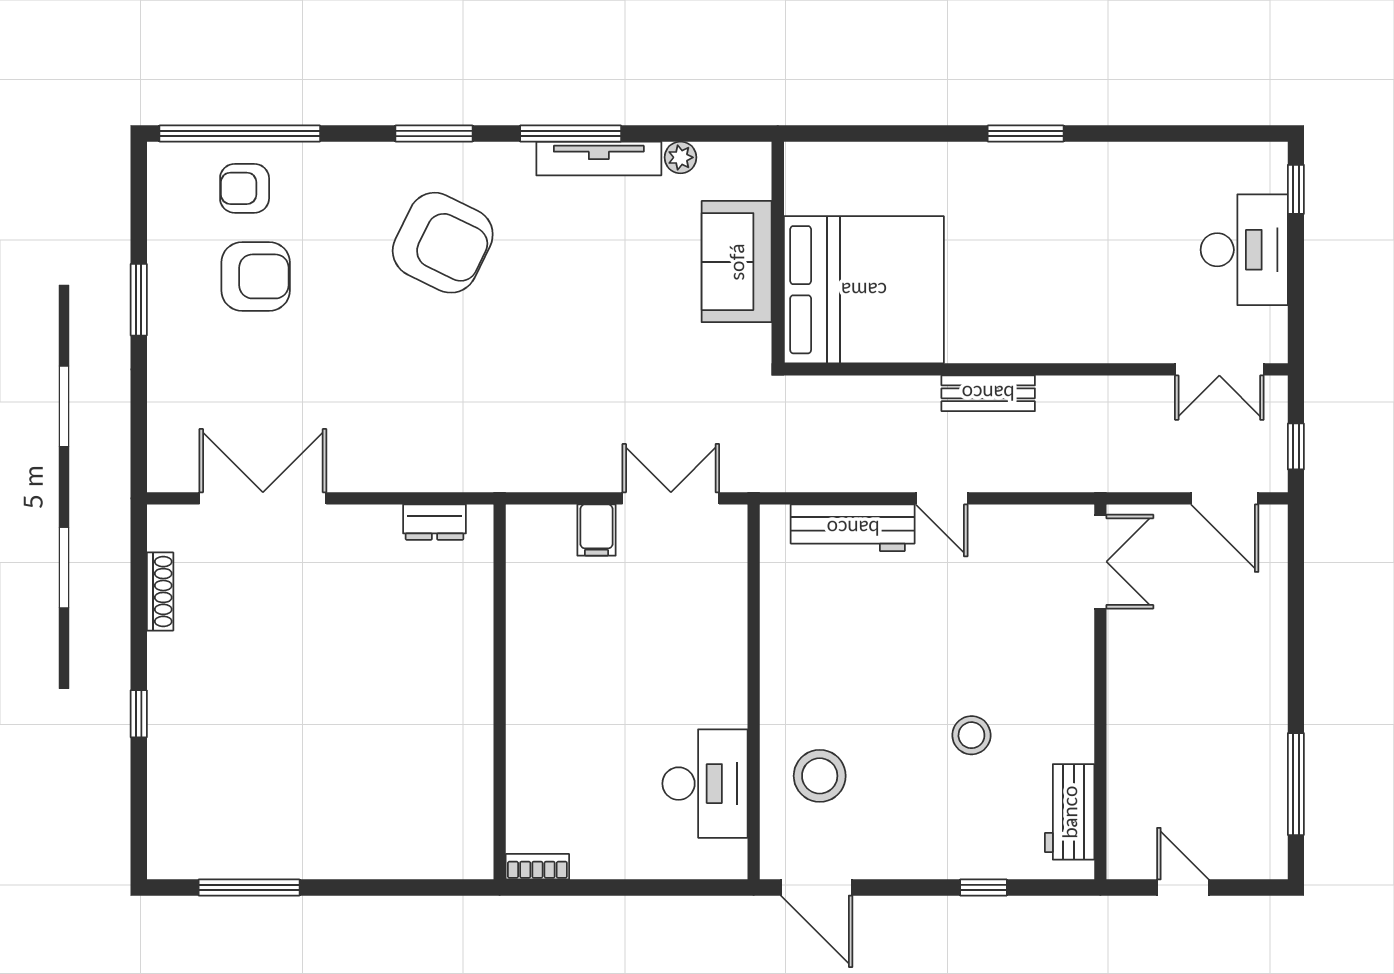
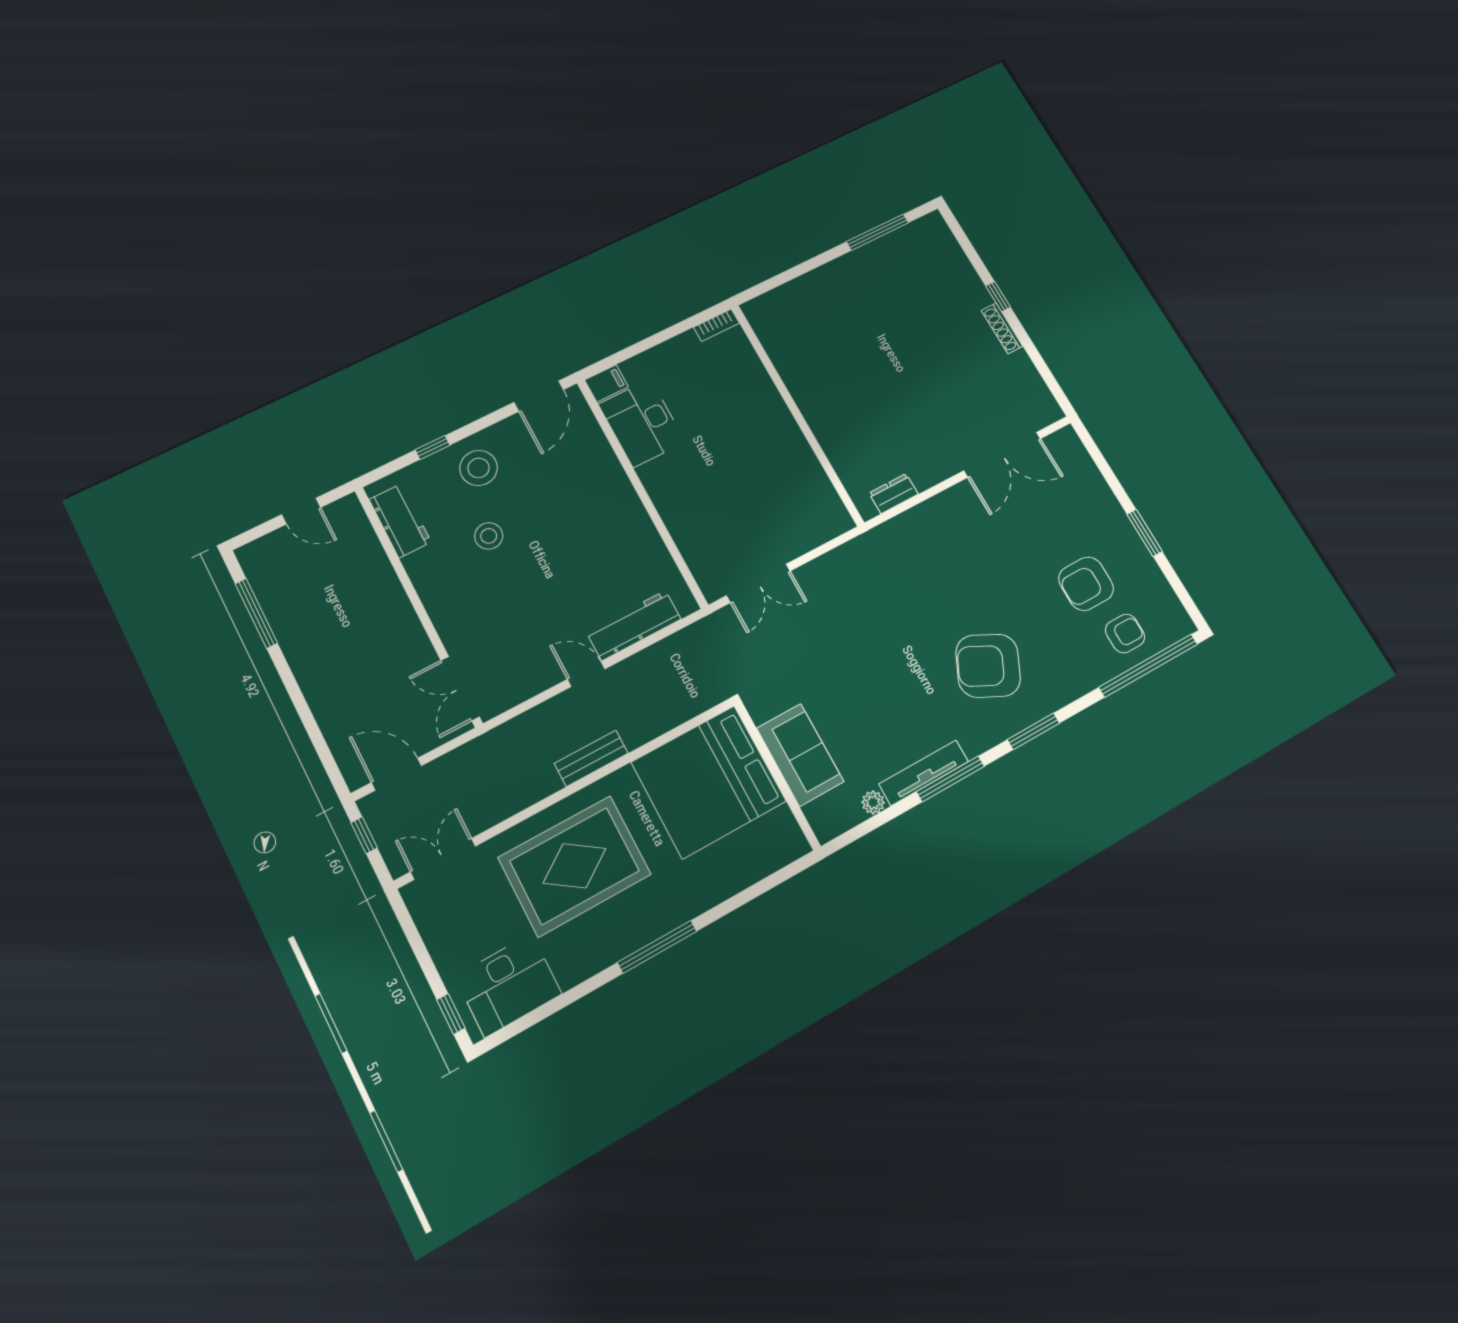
window: (1026, 134) -> (657, 947), width x1.44
desk: (1244, 250) -> (508, 985), moved, turned -90
rug: (1073, 278) -> (575, 866), added
filing cabinet: (596, 530) -> (606, 383), moved, turned 90
shoe rack: (160, 591) -> (1002, 328), moved
stool: (820, 776) -> (479, 468), moved
door: (817, 887) -> (539, 396), swing flipped

